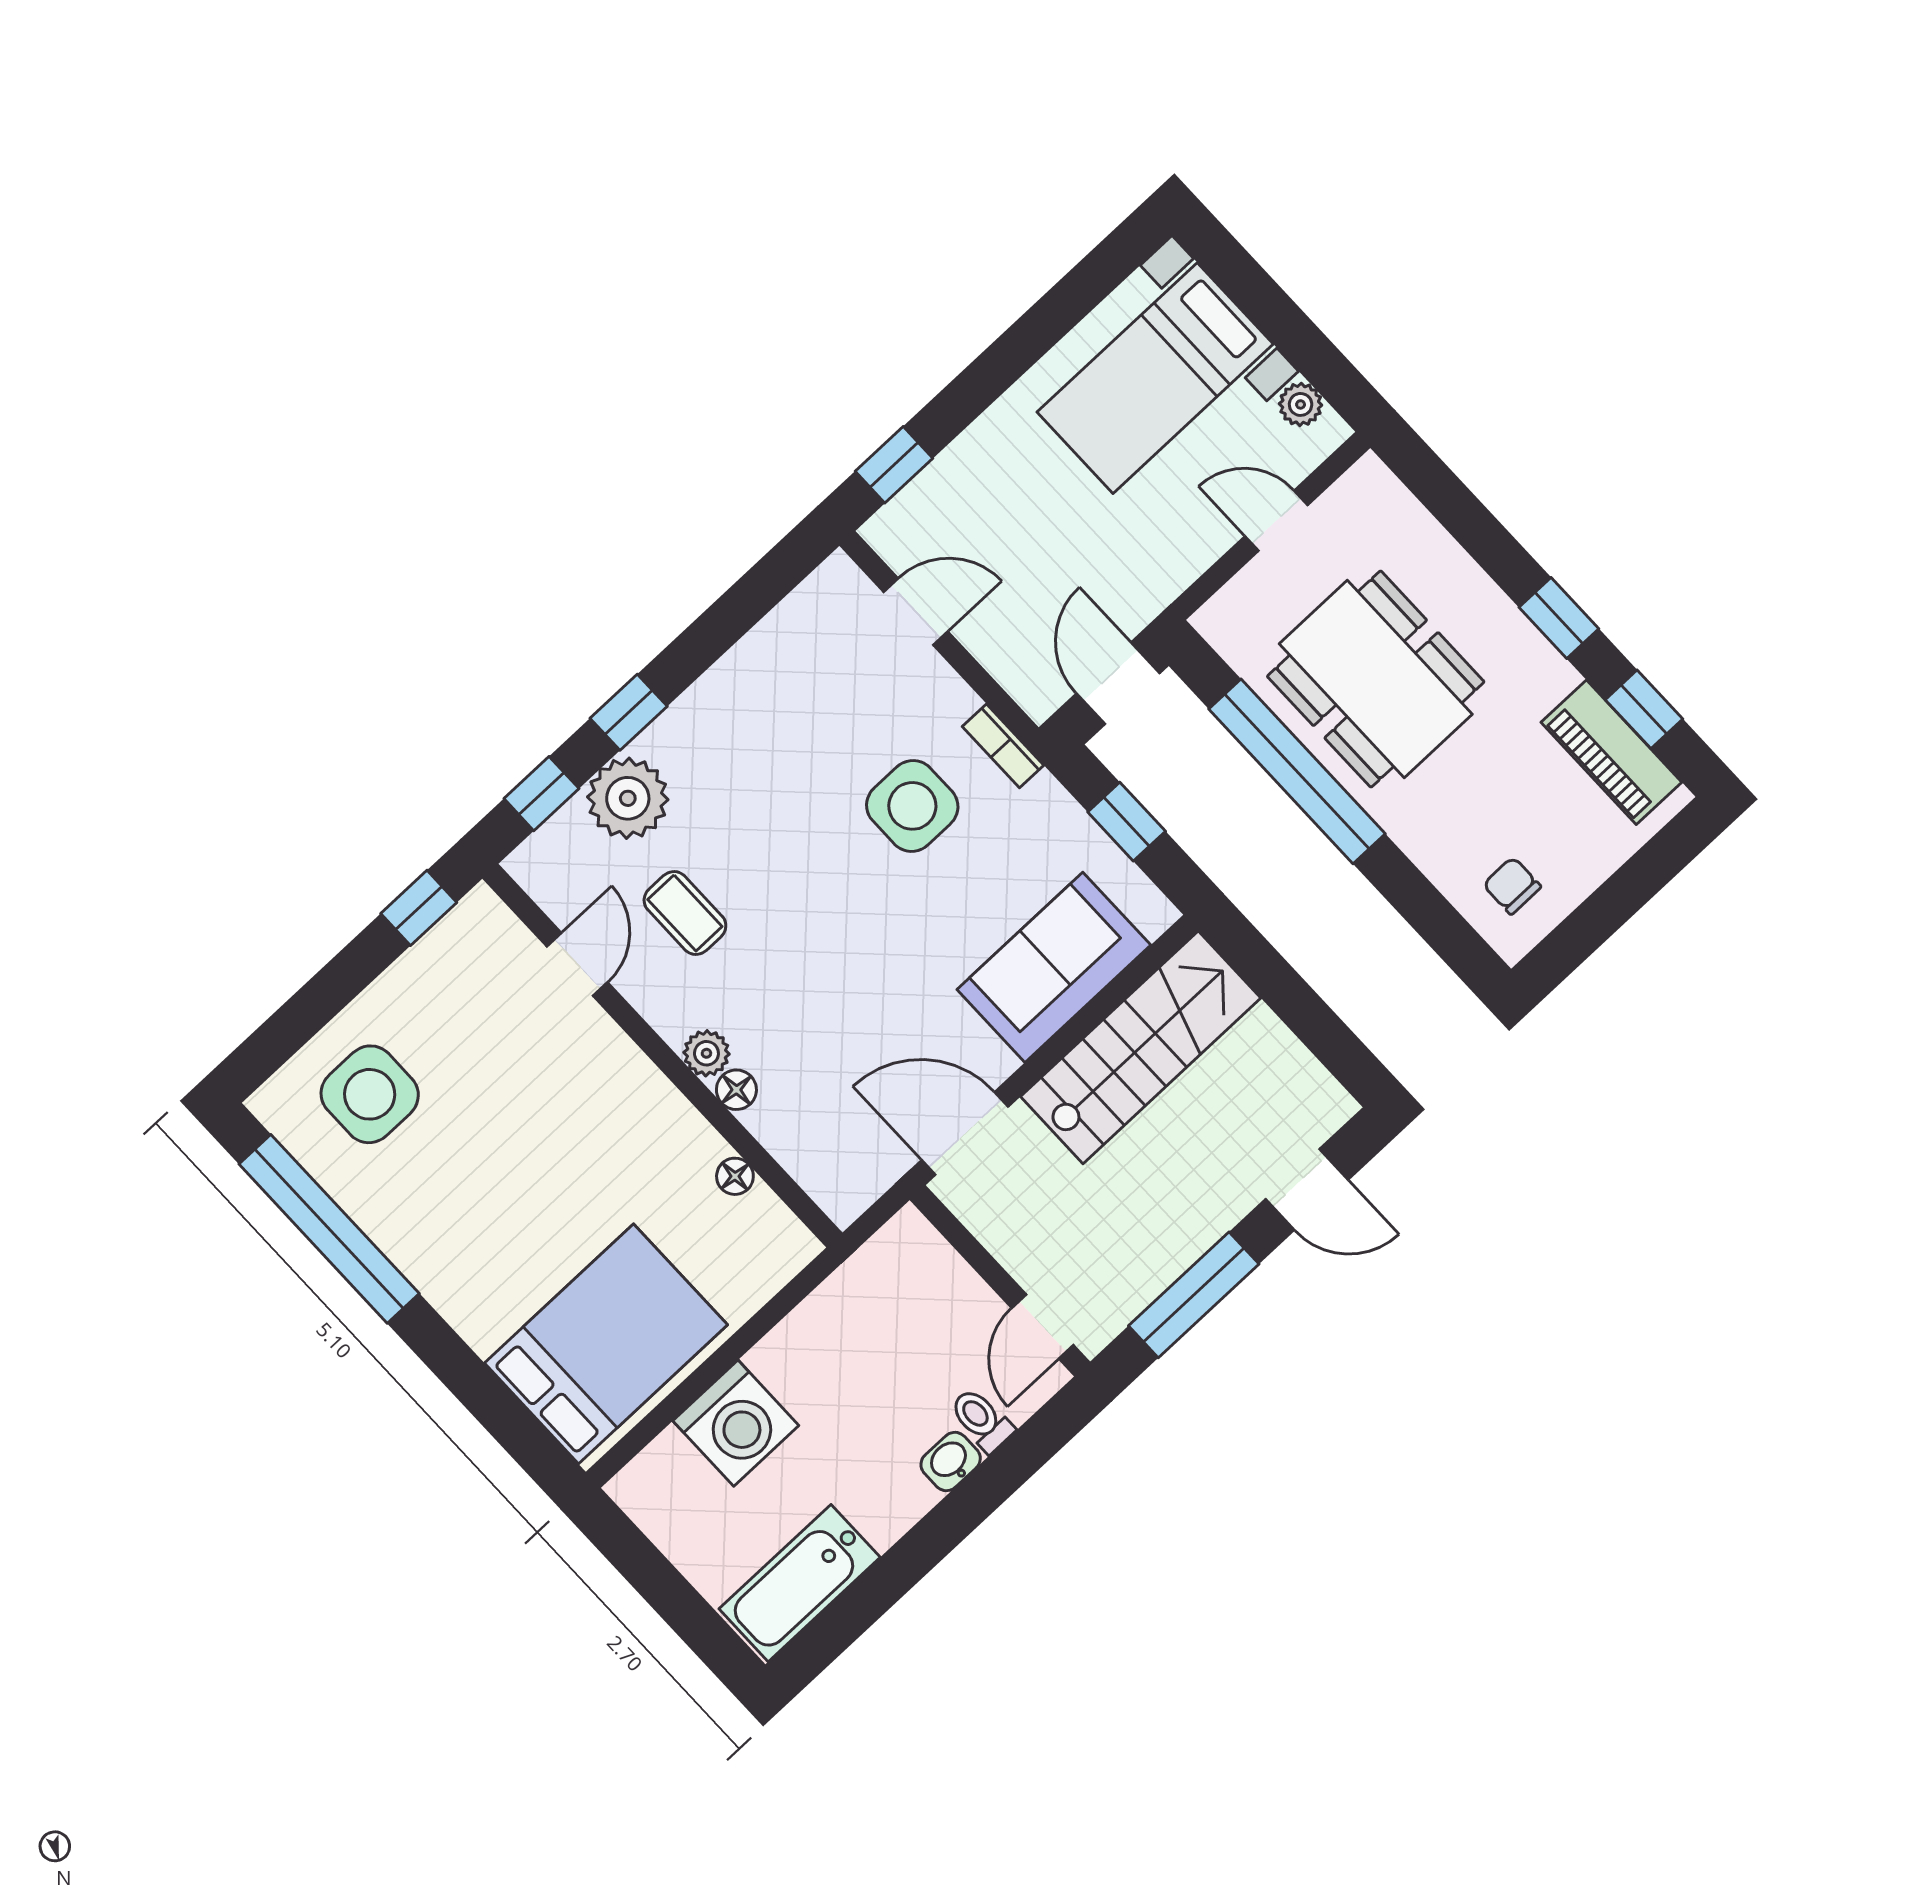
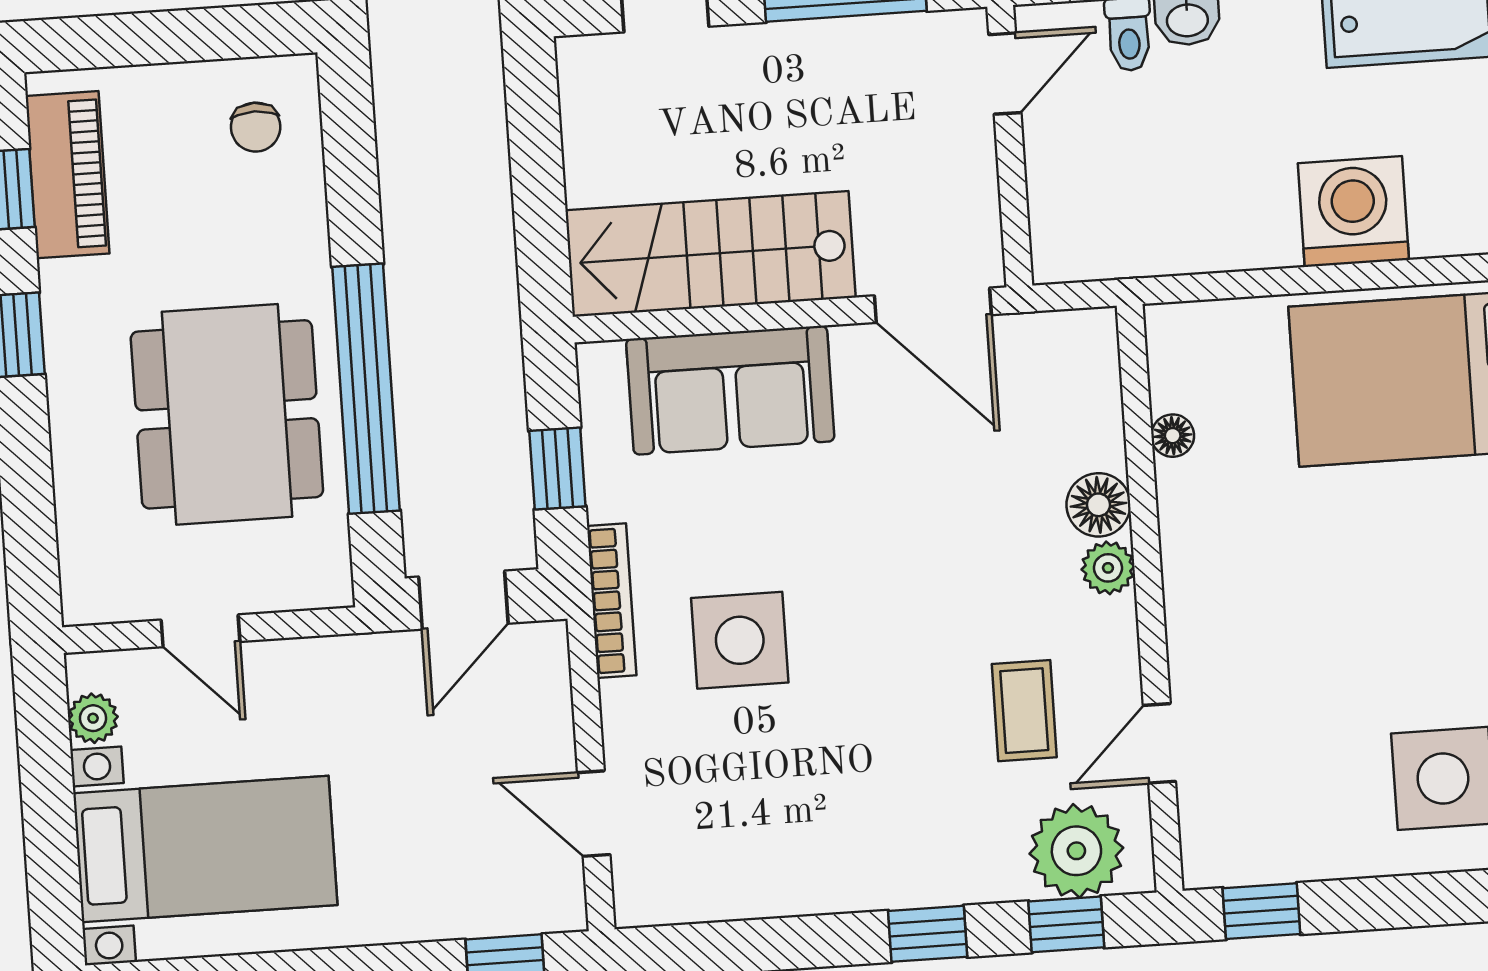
bookcase: (1003, 746) -> (612, 601), width x1.56
plant: (628, 798) -> (1076, 851), moved
floor lamp: (736, 1090) -> (1098, 505), width x1.37, depth x1.37

